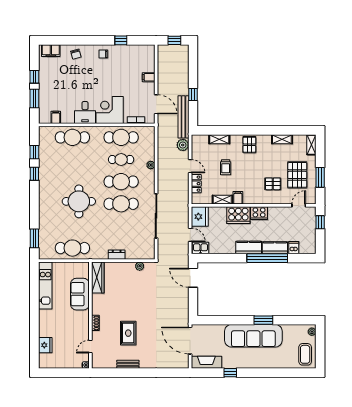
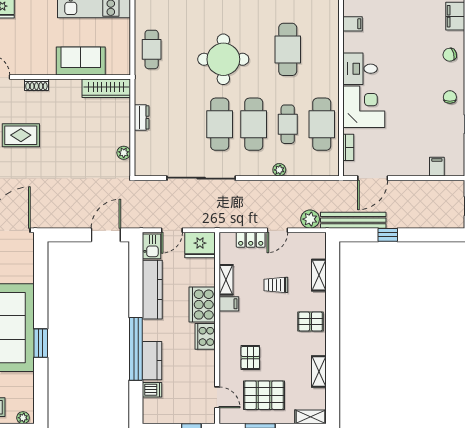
filing cabinet: (149, 77) -> (437, 167), moved
cafe table: (72, 137) -> (288, 49), moved
cafe table: (72, 248) -> (152, 49), width x0.73, depth x0.74
kitchen counter: (249, 248) -> (152, 290), moved, width x1.50

